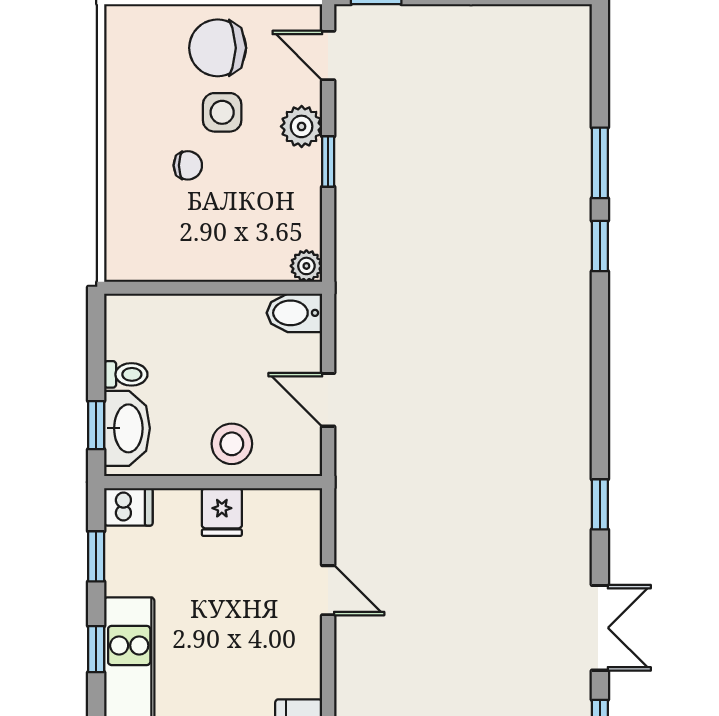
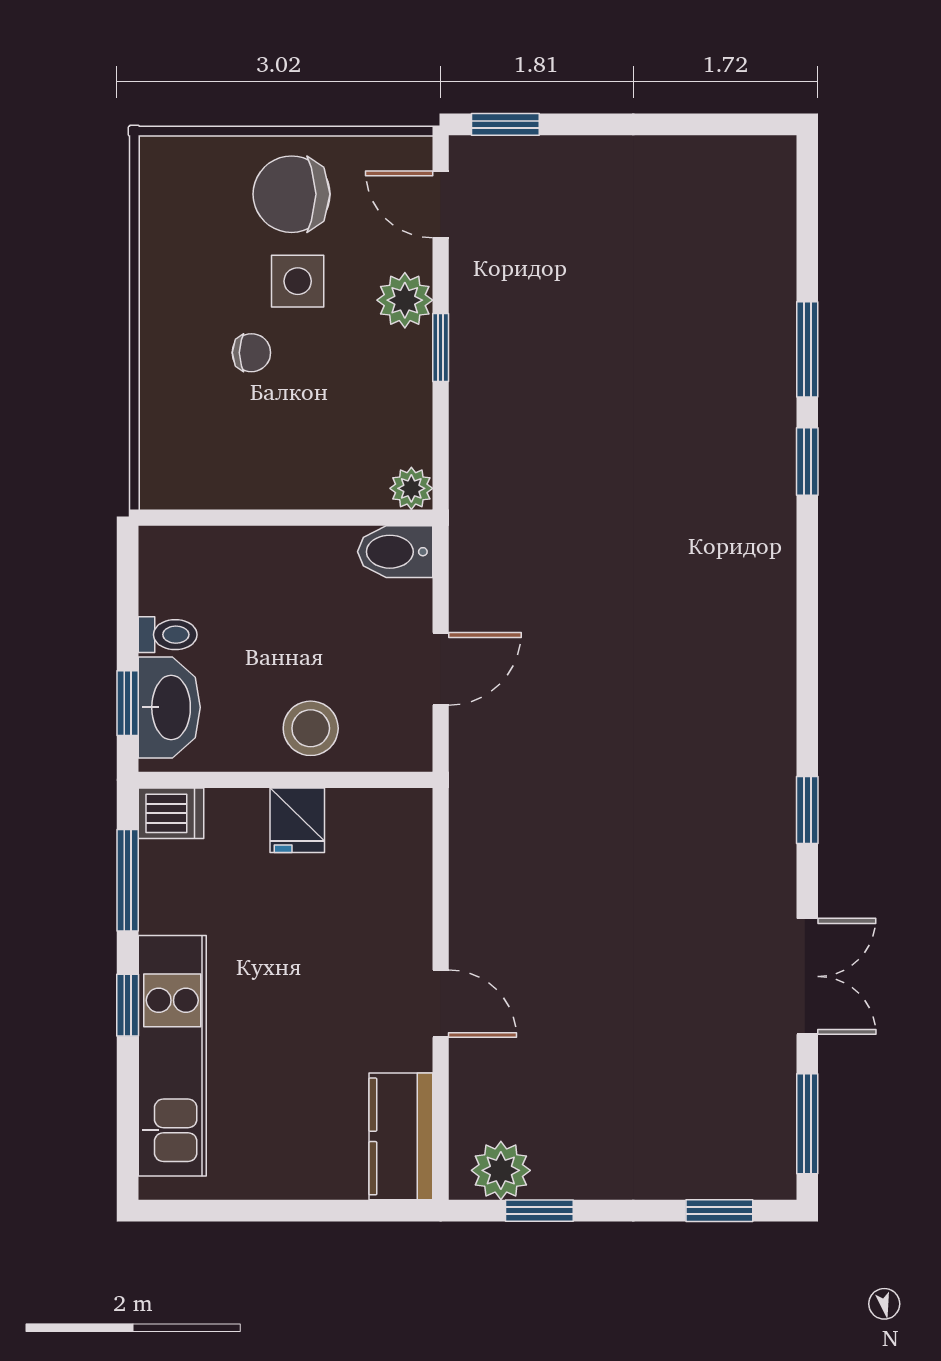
door: (328, 400) -> (441, 669), swing flipped
window: (96, 556) -> (128, 880), width x1.50
door: (328, 590) -> (441, 1004), moved

